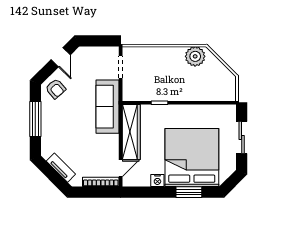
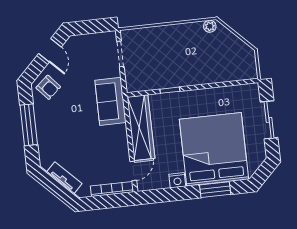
plant: (195, 56) -> (210, 26), width x0.53, depth x0.53
sofa: (108, 107) -> (110, 101), width x0.73

